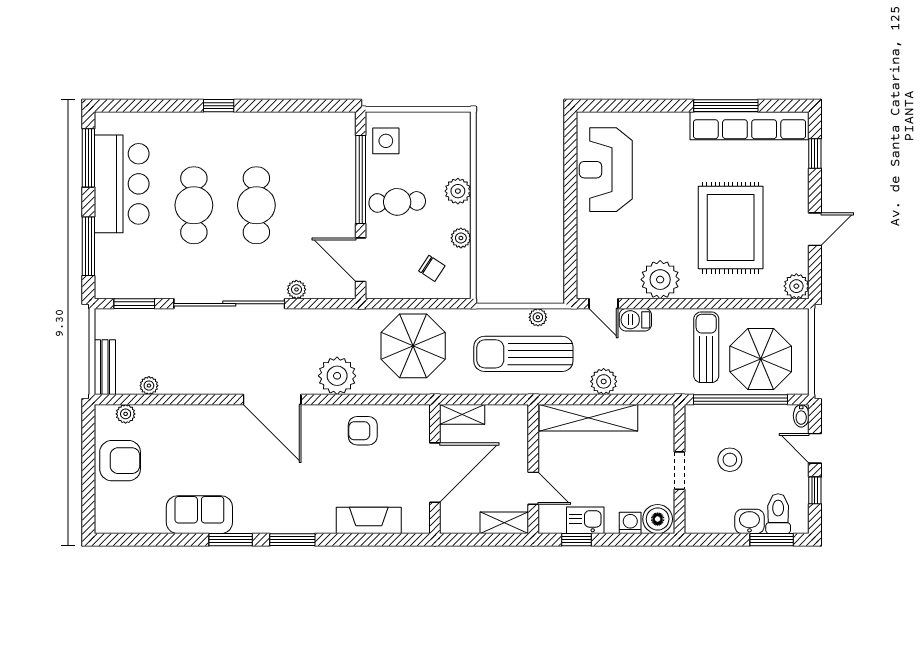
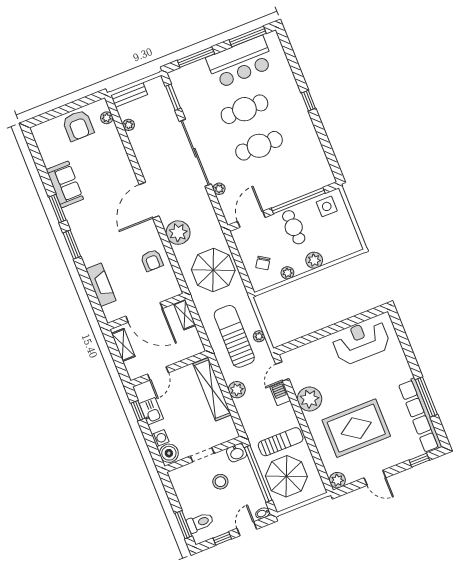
armchair: (363, 431) -> (152, 260), turned 180
washbasin: (749, 521) -> (237, 453), moved, turned 90
shelving: (504, 523) -> (123, 345), moved

